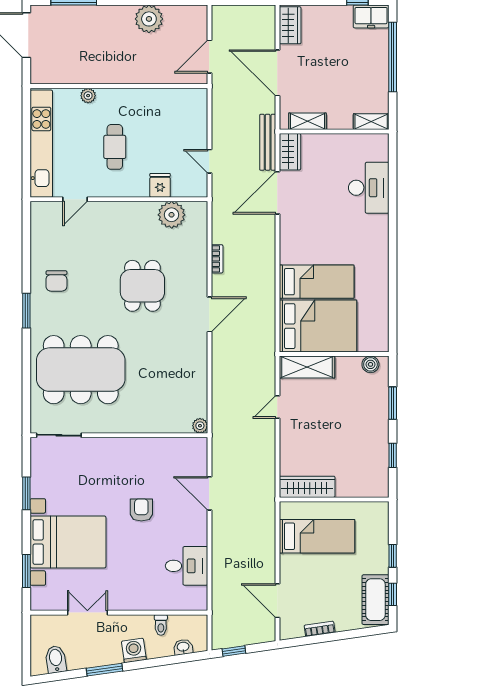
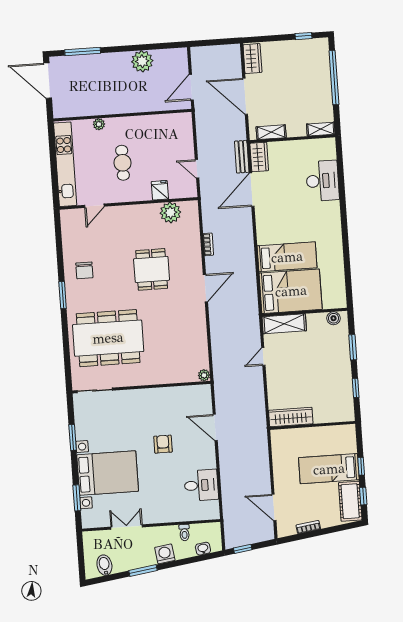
freezer: (371, 16) -> (315, 47), removed
bench: (268, 142) -> (242, 157), width x0.73
bed: (317, 536) -> (329, 469), moved, turned 180

